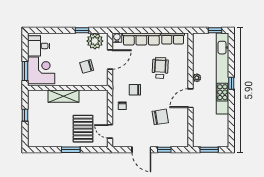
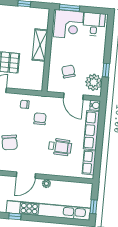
window: (231, 83) -> (15, 216), moved
door: (190, 98) -> (26, 175), swing flipped

